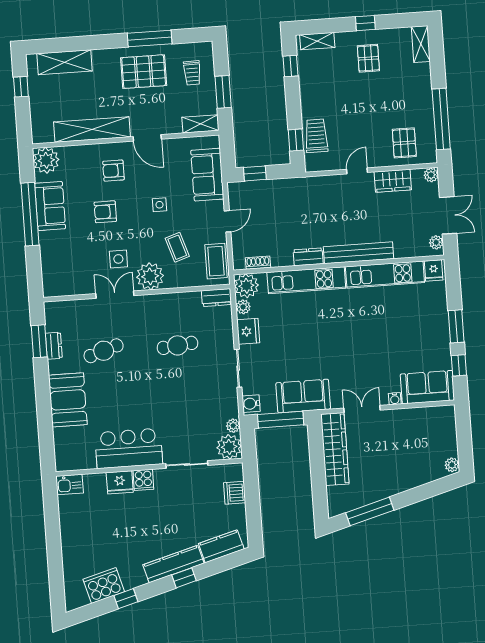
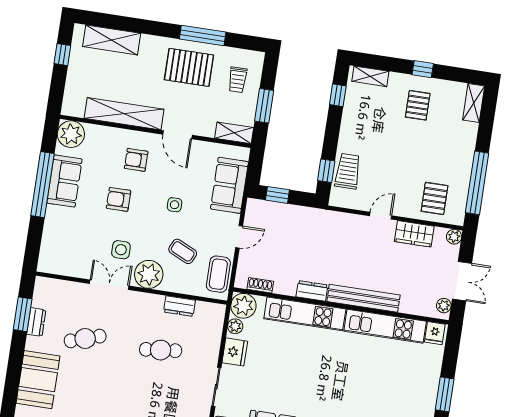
coffee table: (177, 247) -> (183, 251), turned -47
dresser: (216, 298) -> (180, 306), moved

